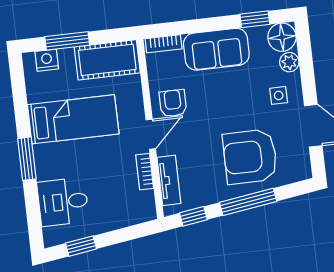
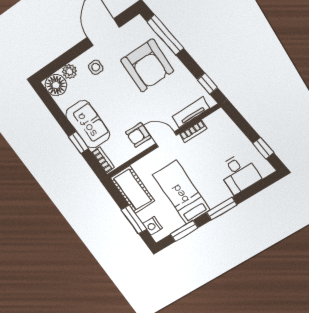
window: (255, 19) -> (78, 143), moved
window: (20, 97) -> (184, 231), added
window: (248, 202) -> (165, 35), moved

